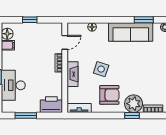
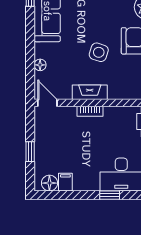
door: (65, 42) -> (47, 103), moved
fireplace: (72, 74) -> (90, 92), moved

